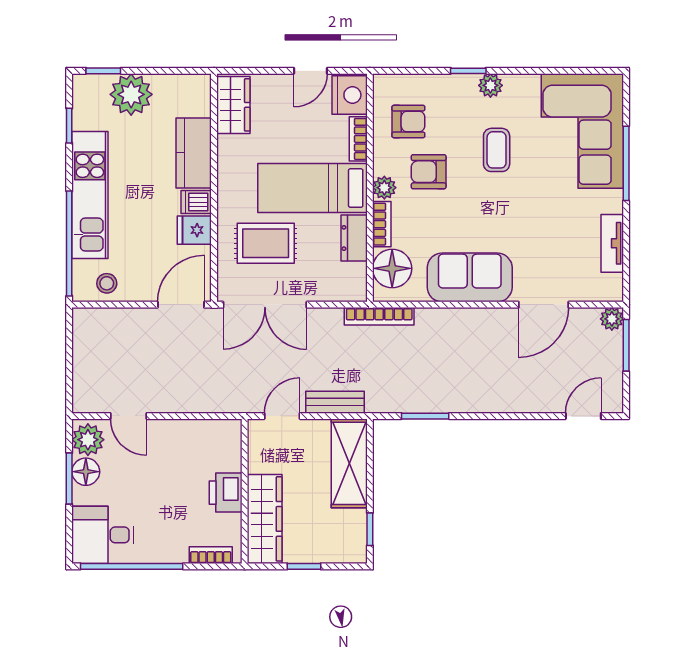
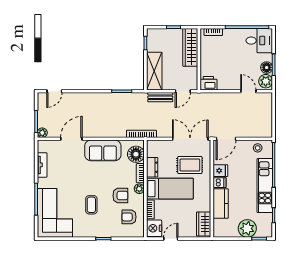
plant: (490, 85) -> (94, 232), removed
printer: (226, 493) -> (208, 83), moved, turned -90

